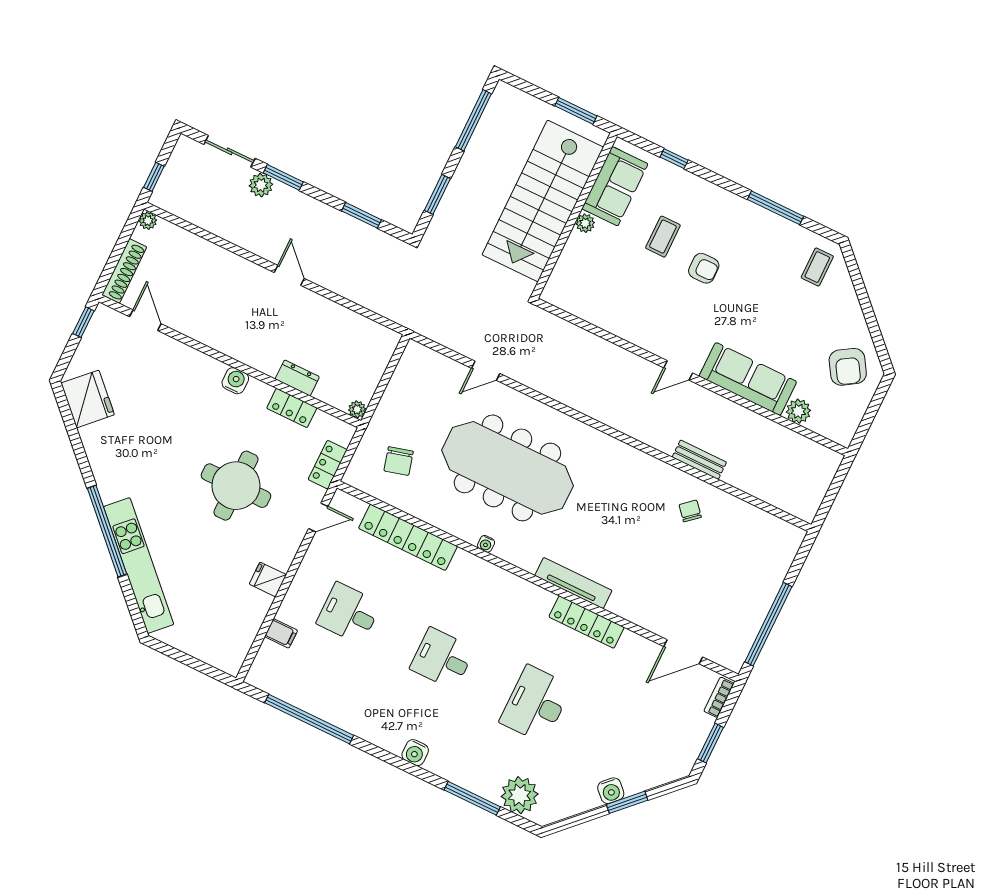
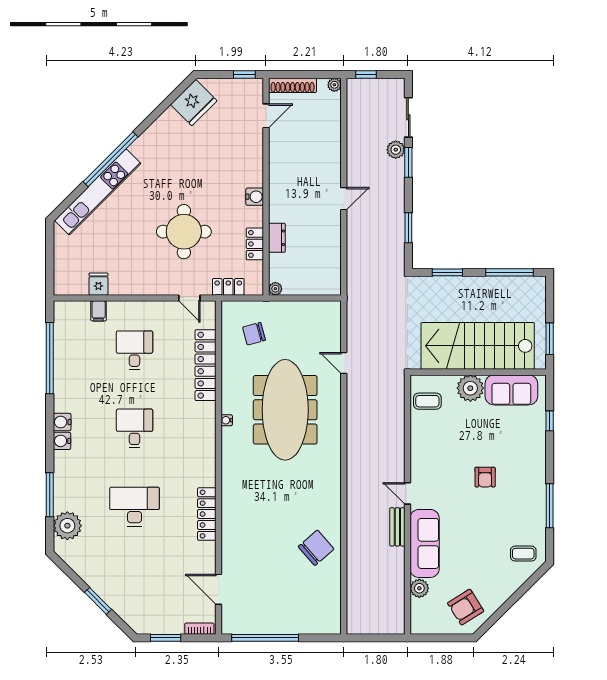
plant: (585, 223) -> (470, 388), width x1.87, depth x1.87
coffee table: (663, 237) -> (427, 401), moved
bench: (699, 460) -> (397, 527), moved
chair: (690, 511) -> (316, 548), width x1.87, depth x1.87
fridge: (268, 579) -> (98, 284), moved
tv unit: (573, 583) -> (229, 492), removed
water cooler: (611, 791) -> (62, 422), moved, turned 45

